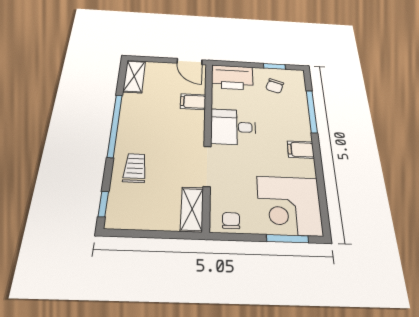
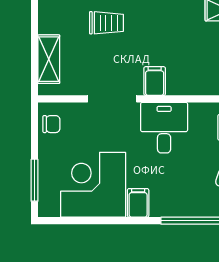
filing cabinet: (193, 102) -> (155, 81), moved
corner desk: (289, 205) -> (93, 185), moved
shelving: (192, 209) -> (49, 59), moved, turned 90

